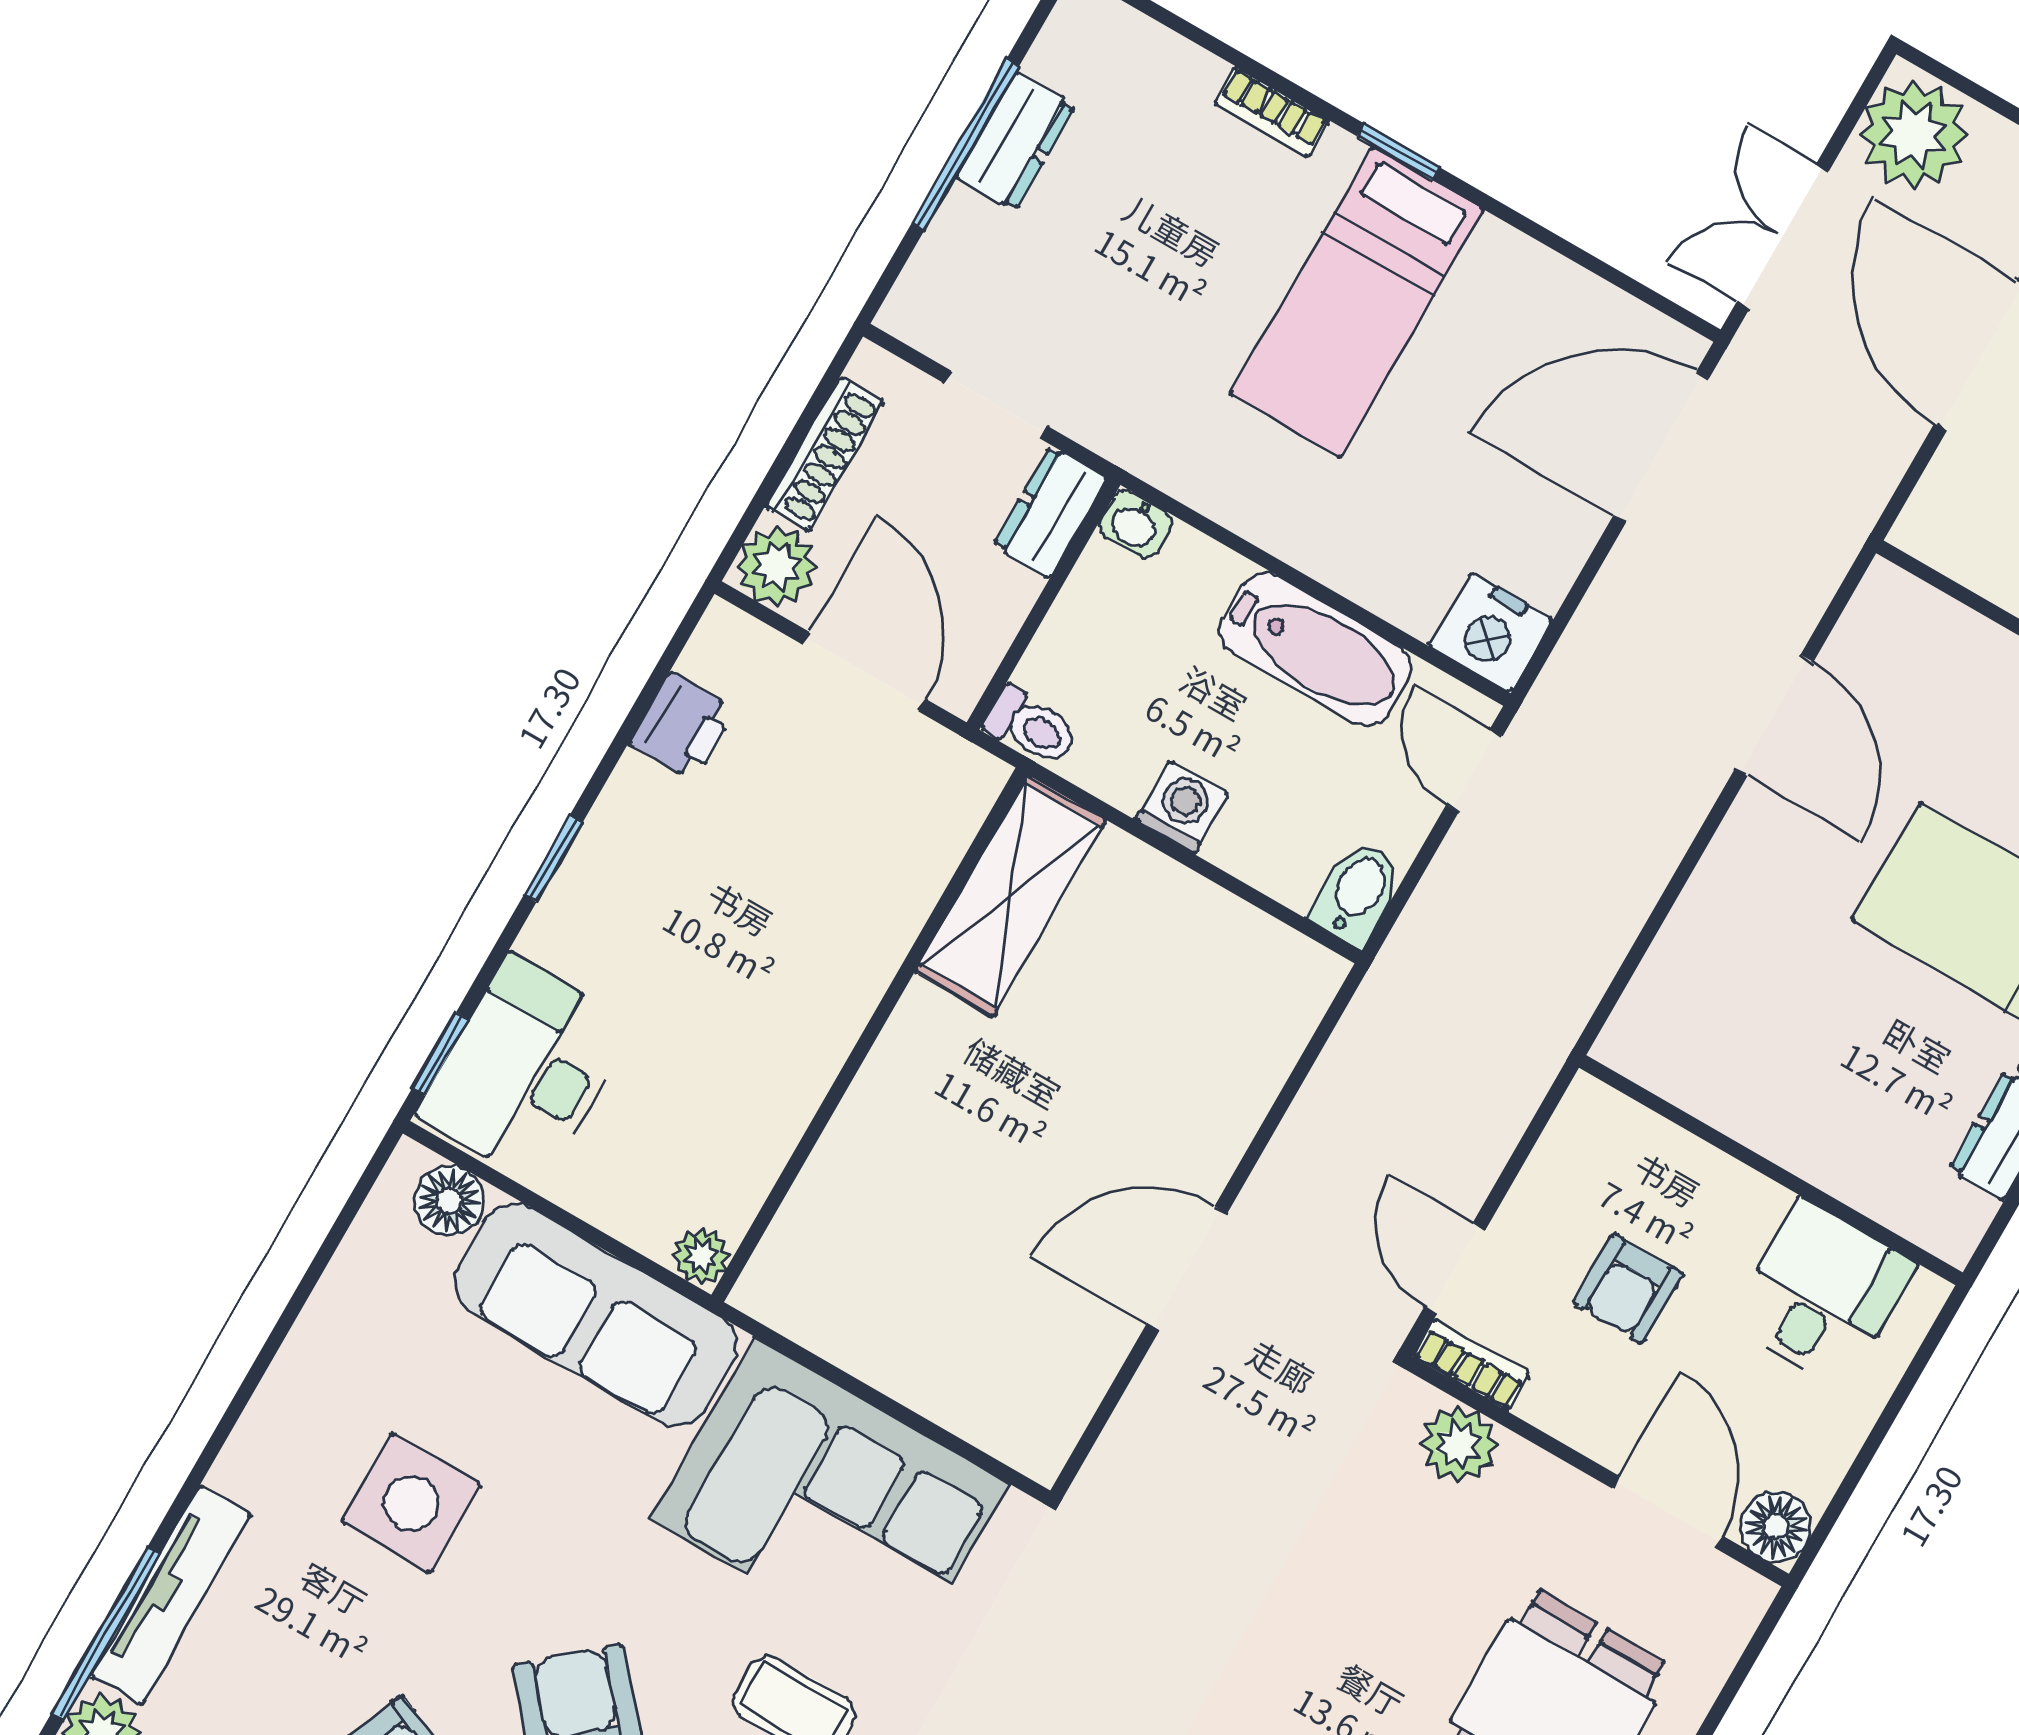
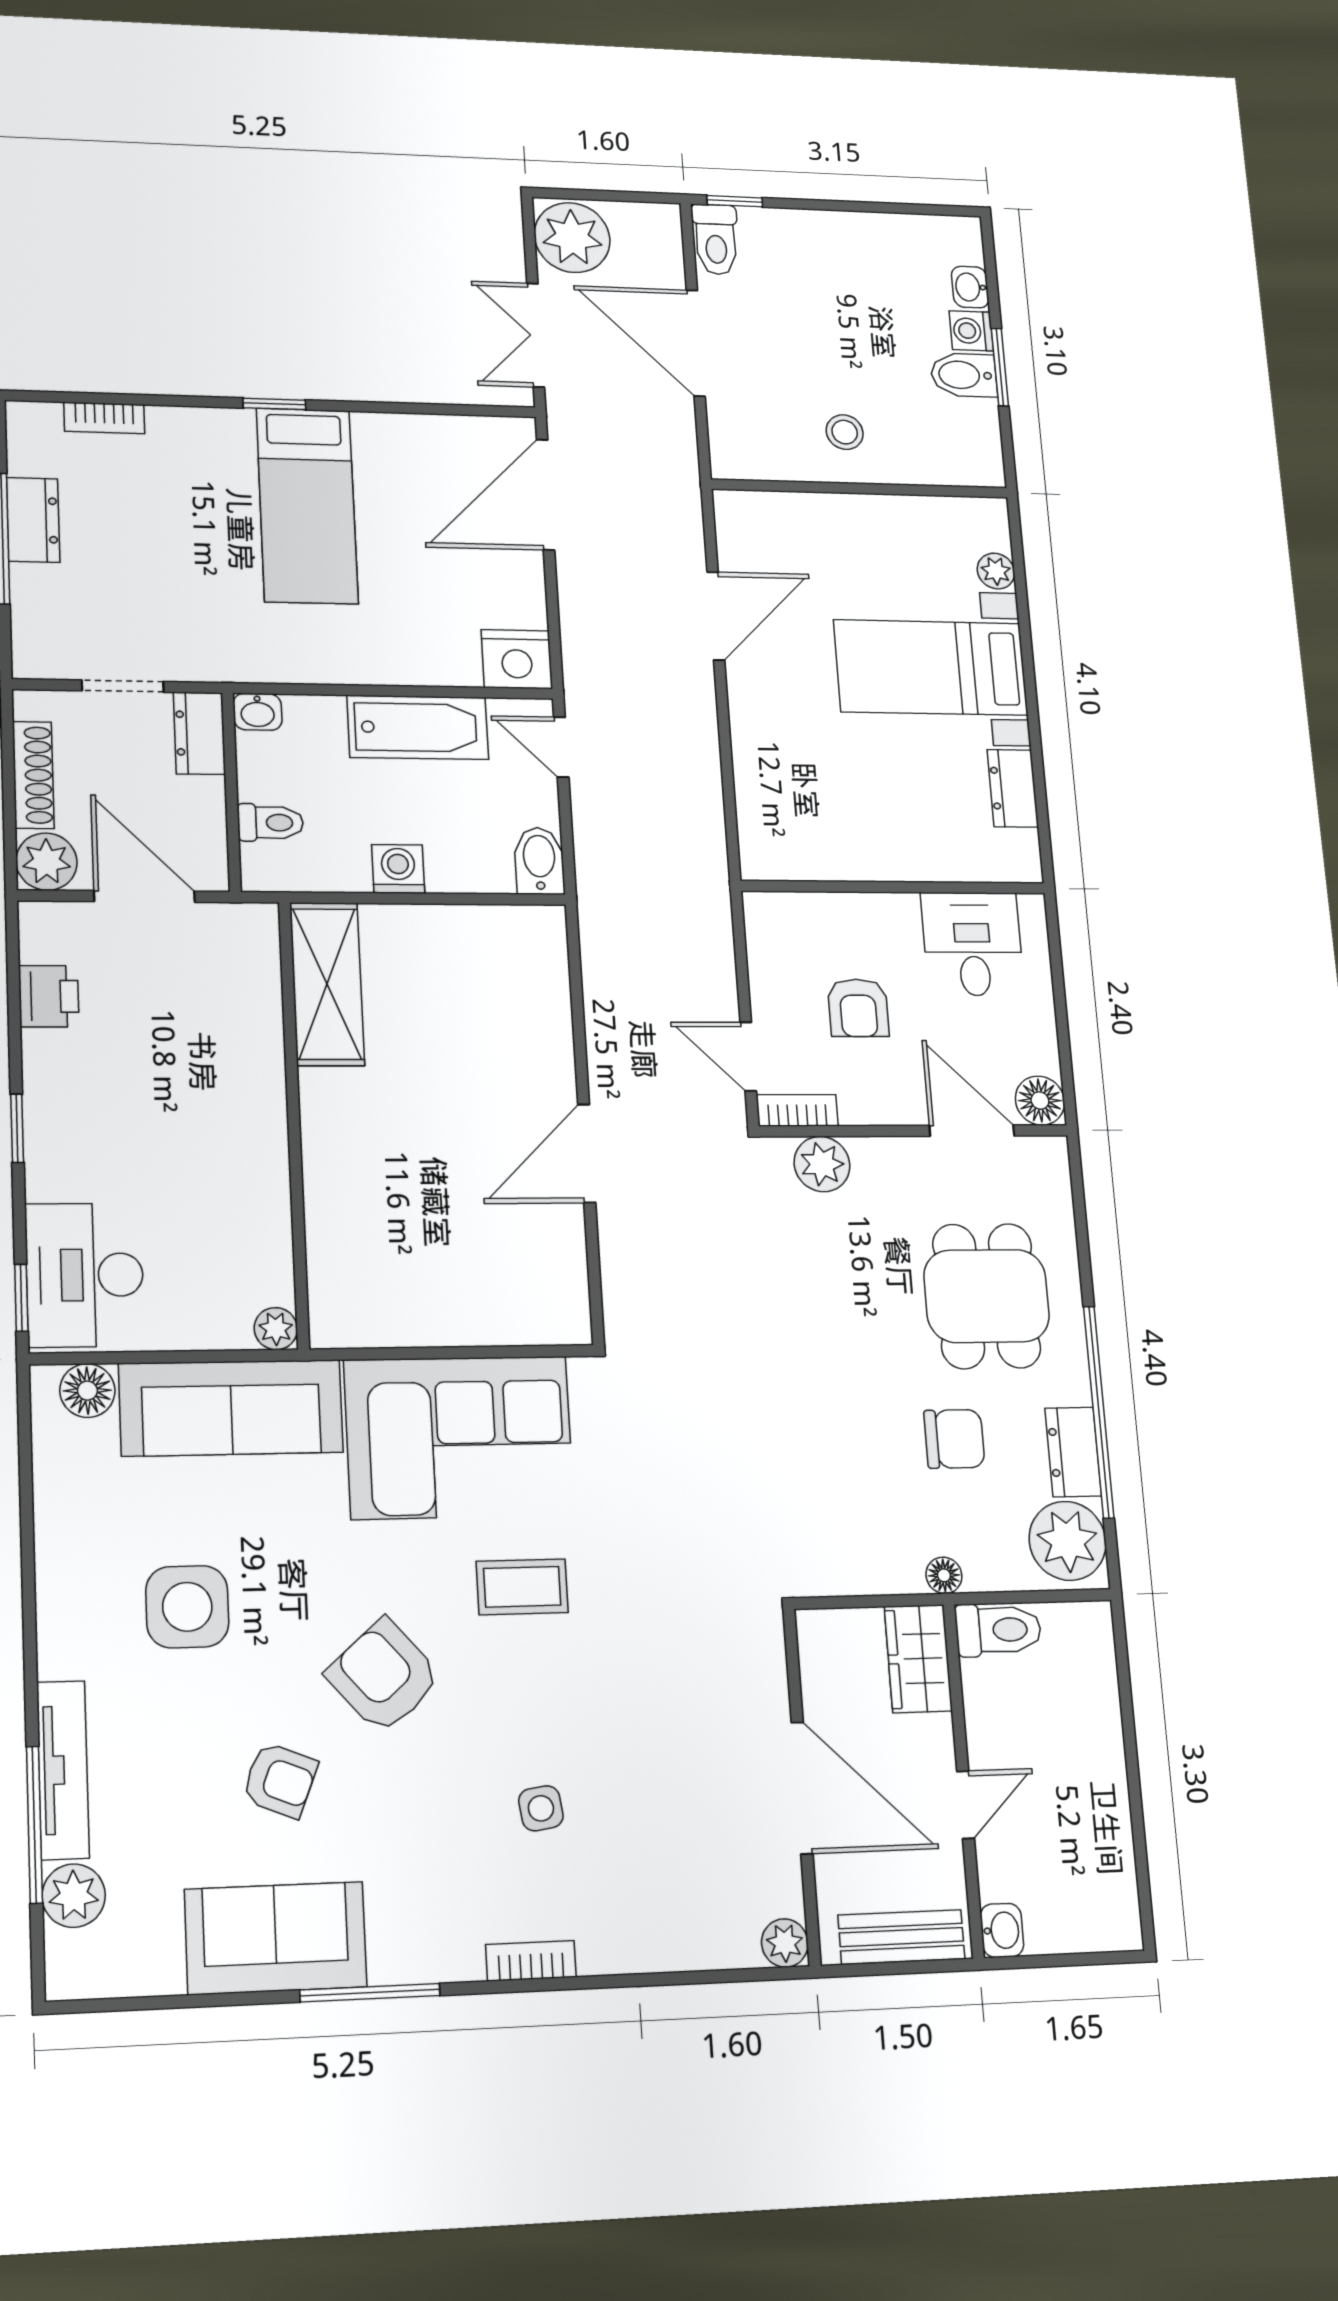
bookcase: (1272, 112) -> (104, 418), moved
door: (1774, 715) -> (716, 616), hinge flipped
toilet: (1031, 727) -> (270, 823), moved

